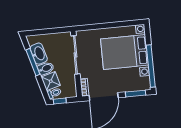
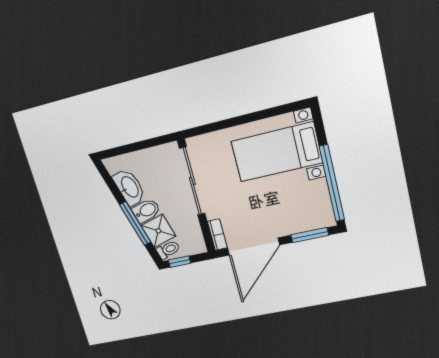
bed with nightstands: (125, 52) -> (277, 152), width x0.73
window: (33, 62) -> (135, 223), moved

